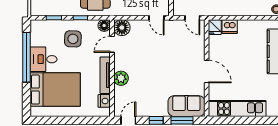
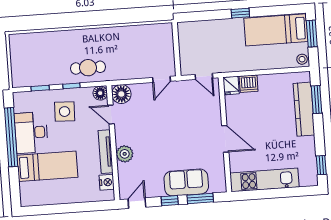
door: (157, 18) -> (161, 79), hinge flipped
door: (112, 44) -> (111, 115), hinge flipped
desk: (44, 59) -> (31, 133), width x1.37
bed: (55, 90) -> (47, 166), width x0.67
sofa: (186, 106) -> (186, 183), moved

